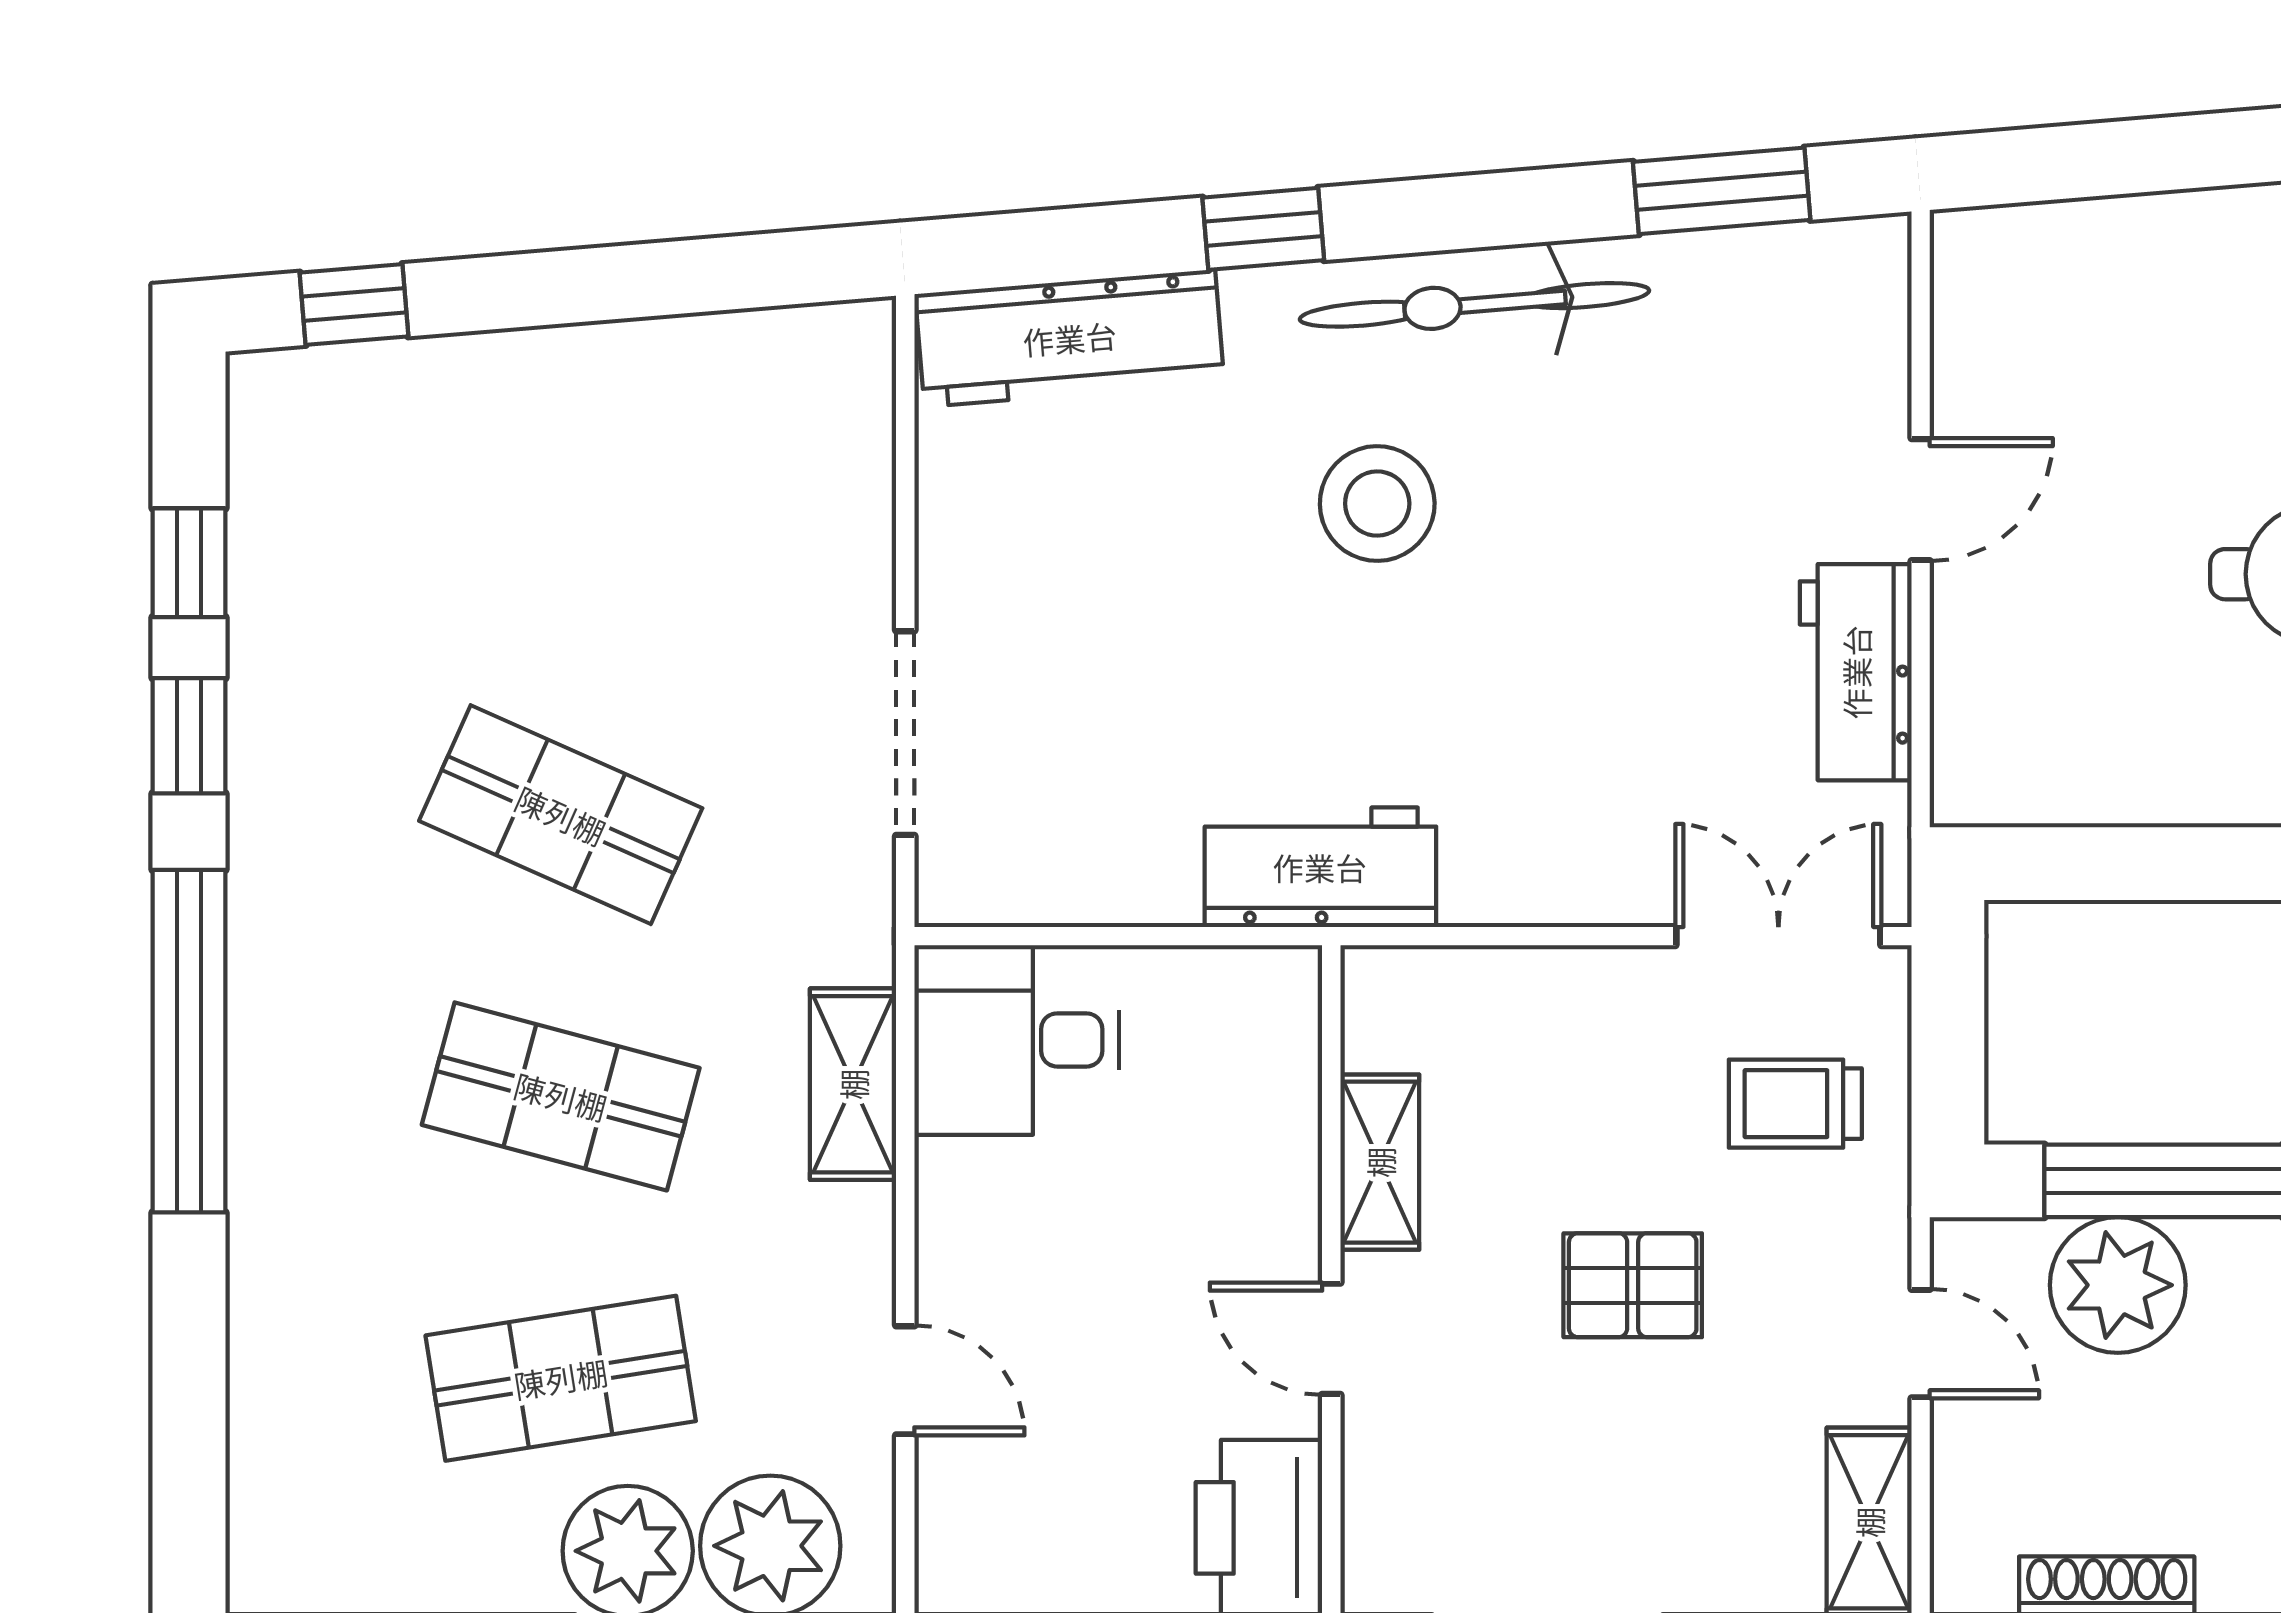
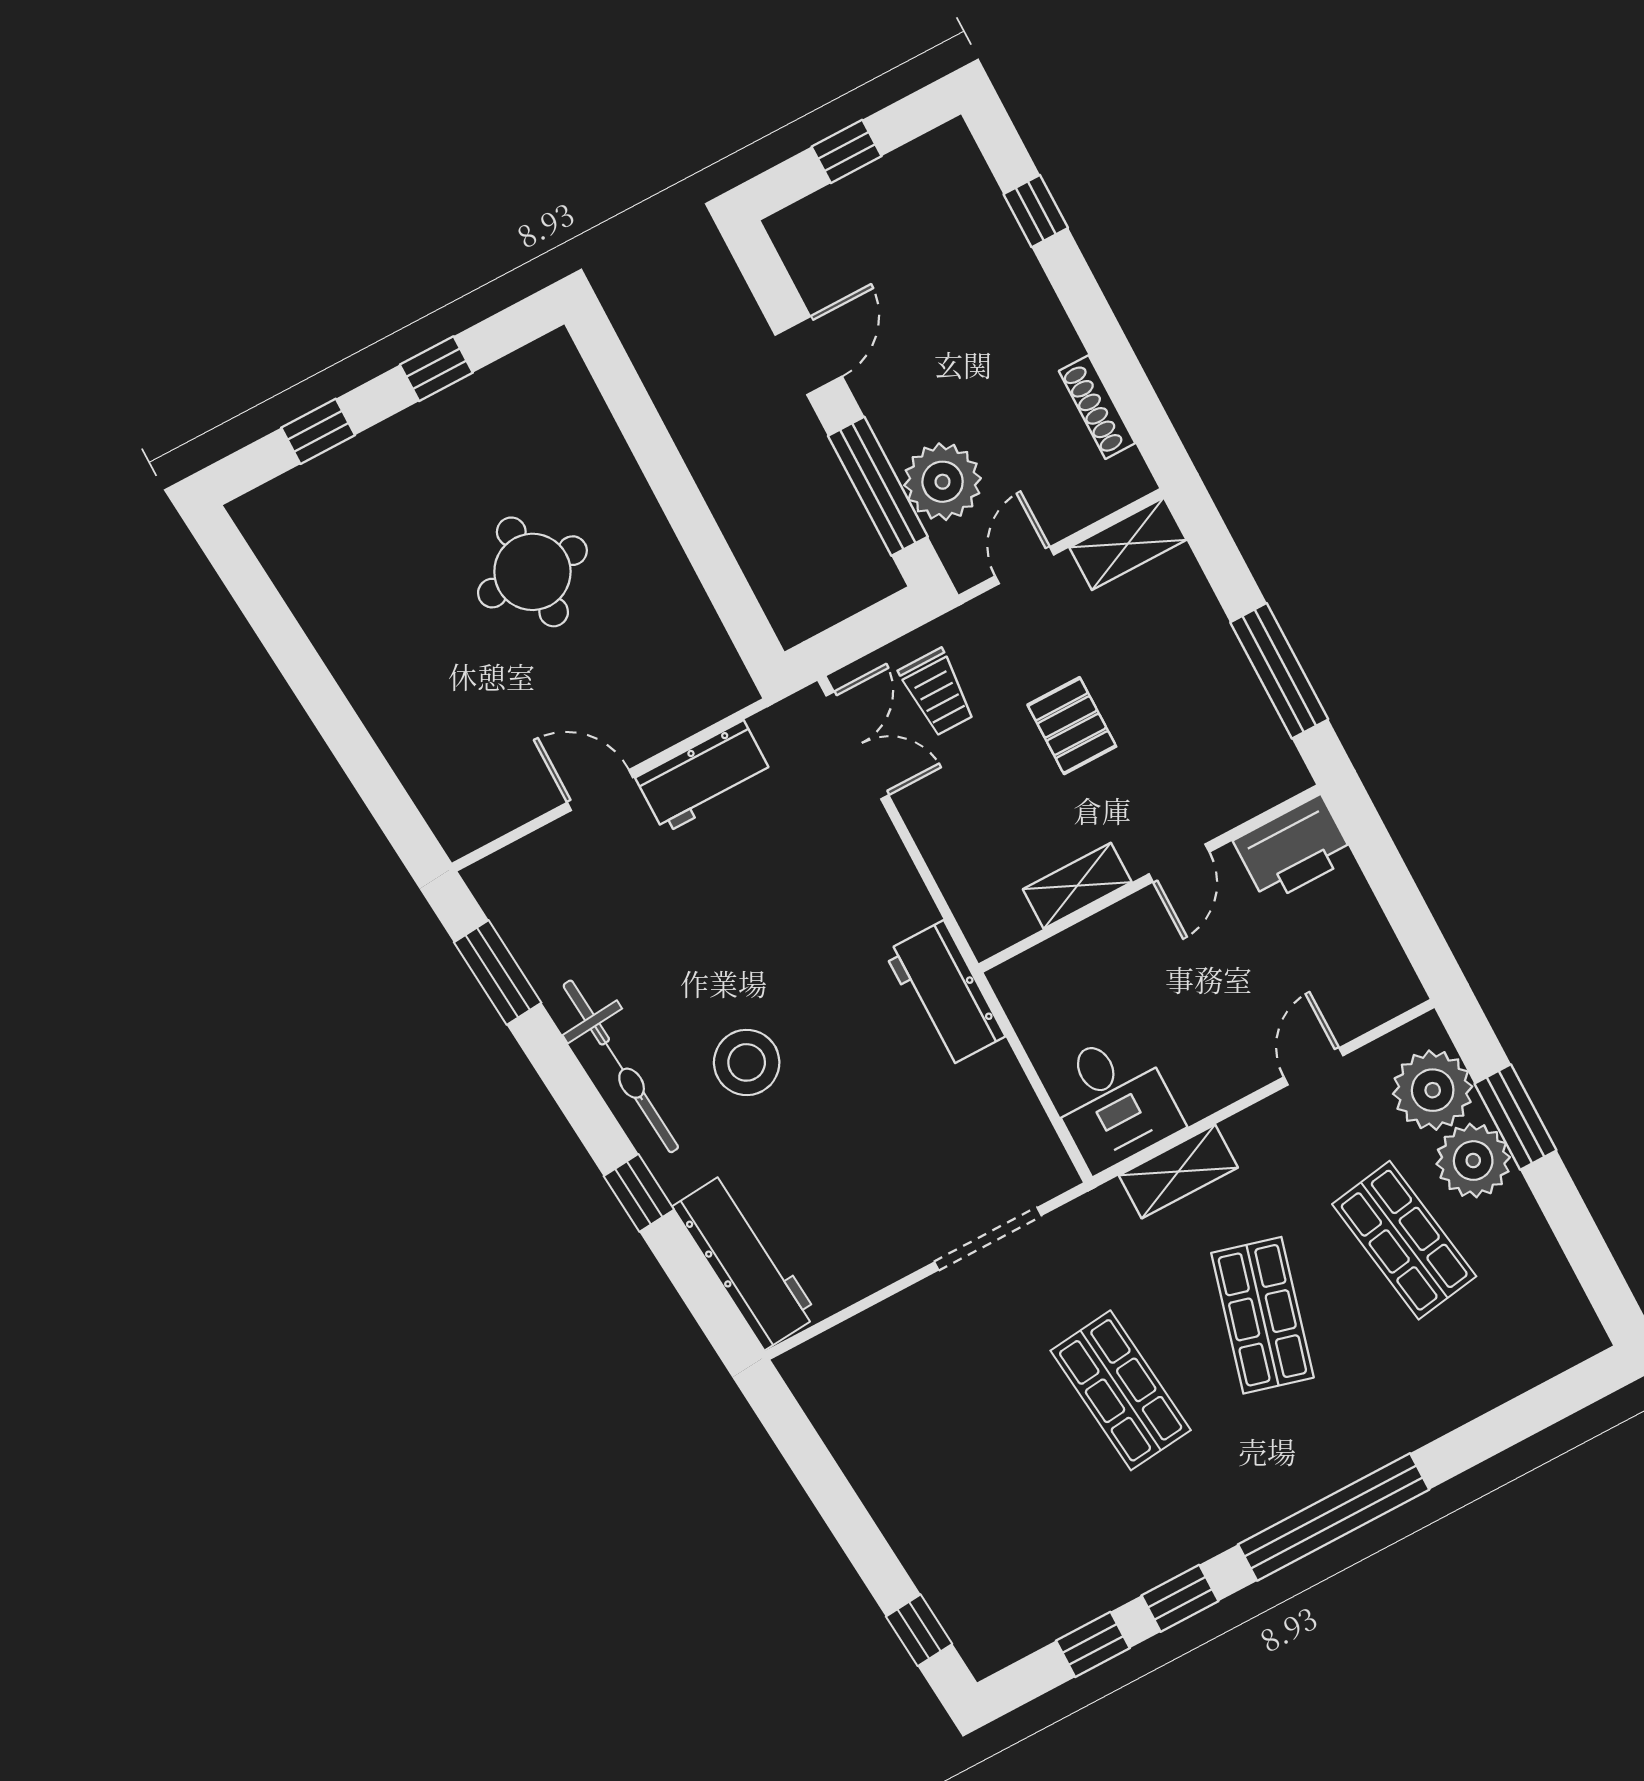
shop shelf: (561, 815) -> (1121, 1390), turned -30
double door: (1778, 936) -> (857, 745), swing flipped

